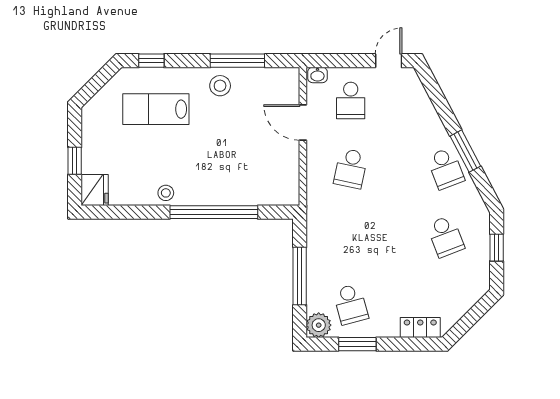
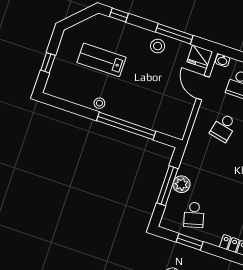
lab bench: (156, 109) -> (101, 60), moved
fridge: (95, 190) -> (200, 57), moved, turned 90
plant: (319, 325) -> (181, 184), moved

